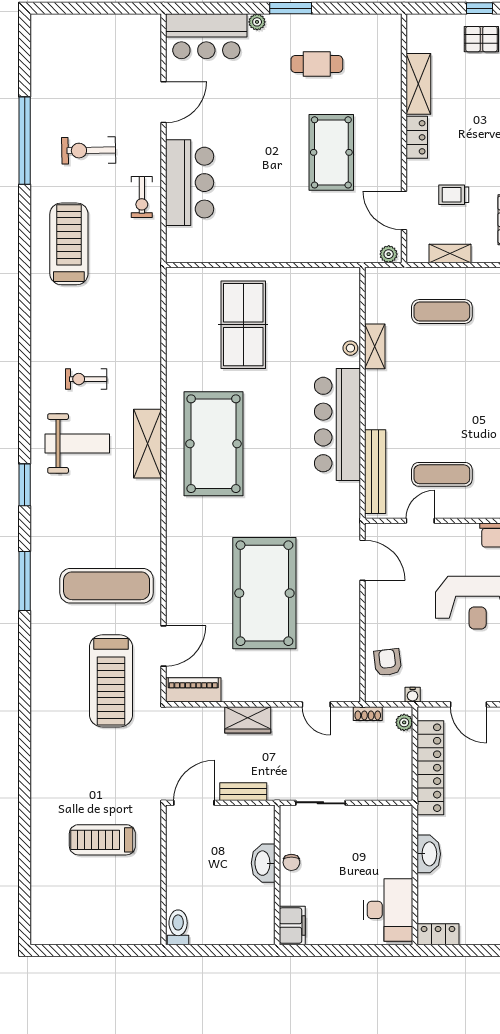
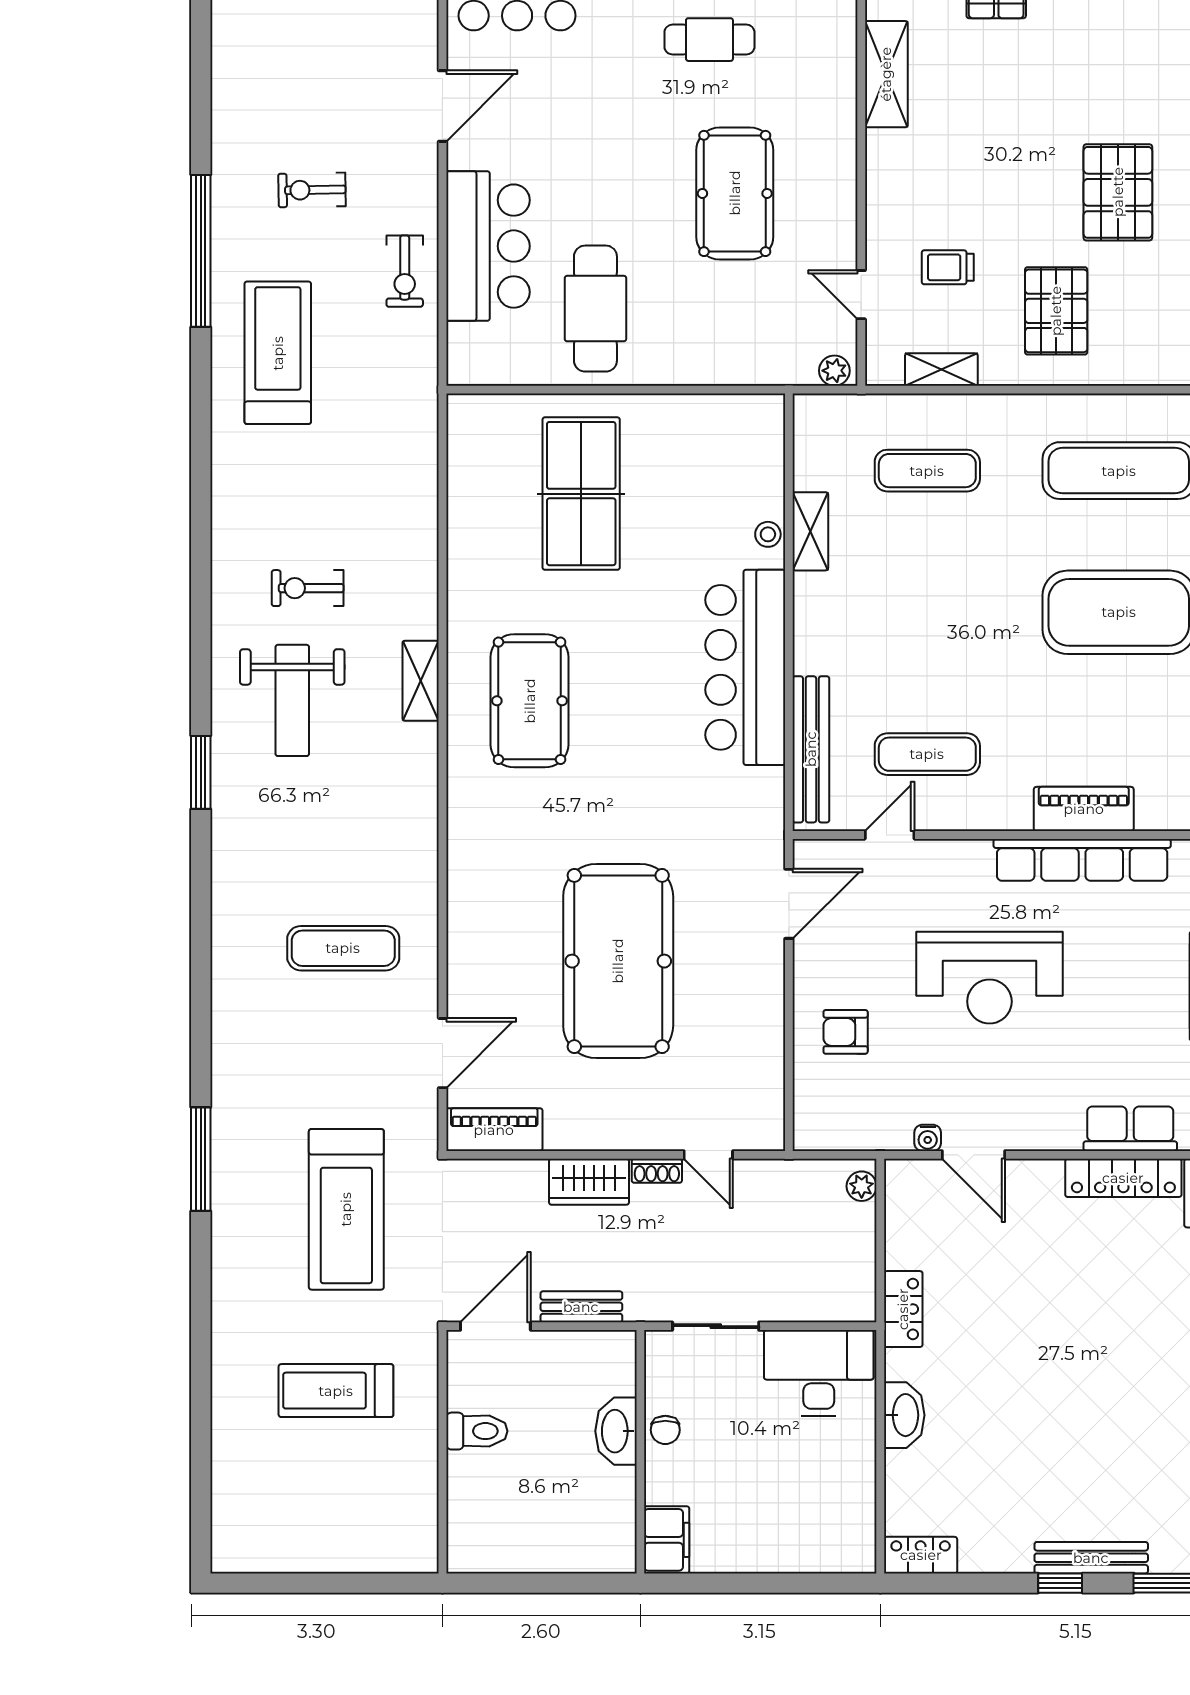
locker: (417, 137) -> (884, 167), removed
window: (25, 141) -> (201, 251), moved
exercise bike: (89, 150) -> (312, 190), width x0.73, depth x0.72
door: (404, 210) -> (861, 295), width x0.73
cafe table: (251, 218) -> (595, 309), added
weight bench: (77, 443) -> (292, 700), turned 90
shelving: (148, 444) -> (421, 681), width x0.67, depth x0.75
pool table: (213, 444) -> (530, 701), width x0.73, depth x0.76
door: (362, 560) -> (789, 904), hinge flipped
window: (25, 581) -> (201, 1159), moved
exercise mat: (107, 586) -> (343, 948), width x0.73, depth x0.69
armchair: (388, 662) -> (846, 1032), moved, turned -83
treadmill: (111, 681) -> (346, 1209), moved
water cooler: (413, 695) -> (928, 1138), moved
shoe rack: (368, 714) -> (657, 1171), moved
locker: (430, 768) -> (903, 1309), width x0.46, depth x0.83
desk: (388, 910) -> (819, 1373), moved, turned -90
toilet: (178, 927) -> (477, 1431), moved, turned 90

